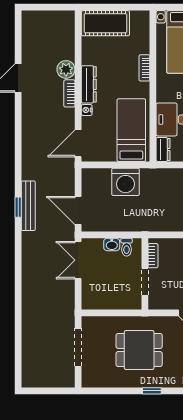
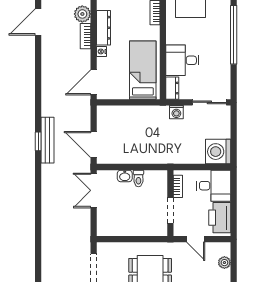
washing machine: (126, 182) -> (176, 112), moved, width x0.53, depth x0.53
bookcase: (153, 256) -> (178, 186), moved
wall: (145, 274) -> (170, 203), moved
doorway: (145, 282) -> (170, 211), moved

